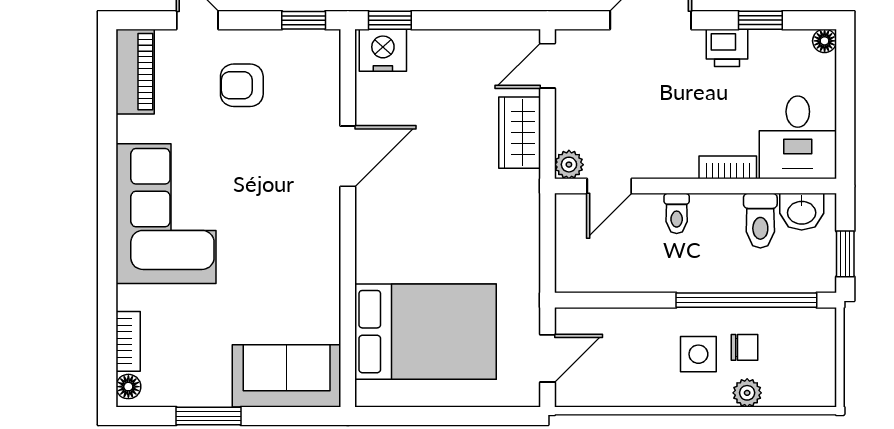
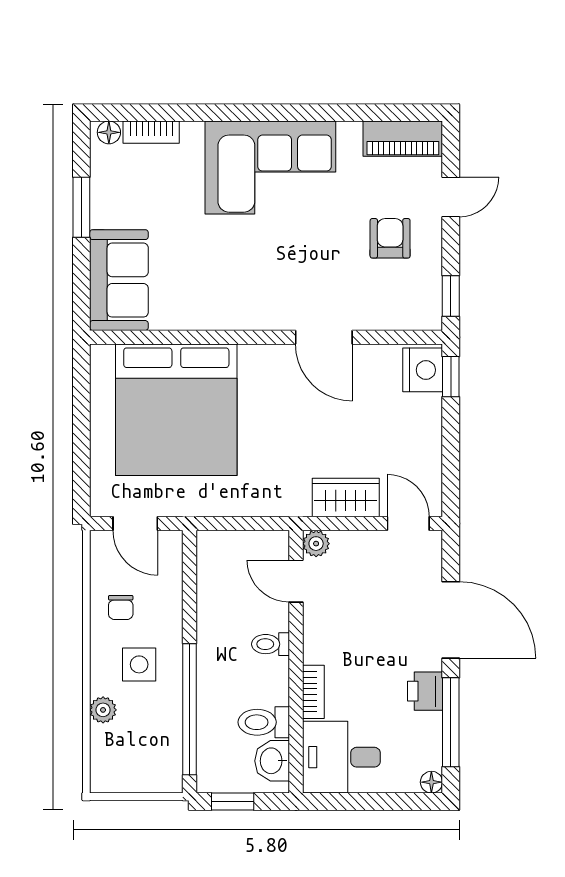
window: (760, 20) -> (451, 722), width x2.17
bed: (426, 332) -> (176, 410), width x1.36
chair: (744, 347) -> (121, 607), moved

